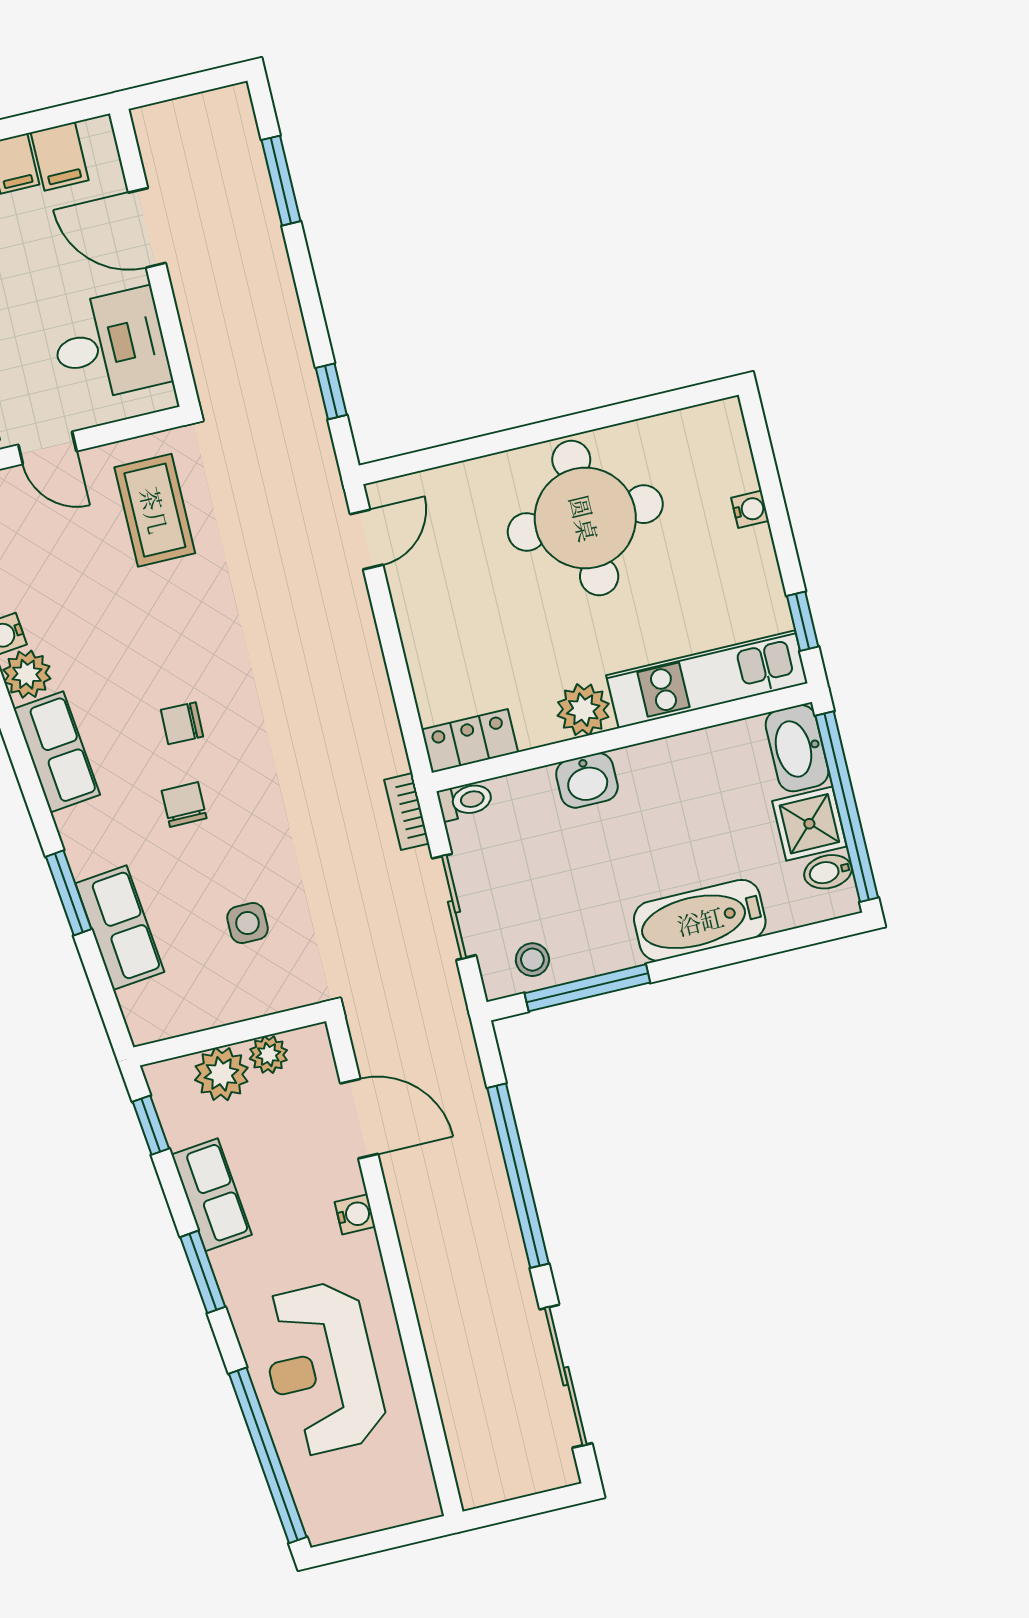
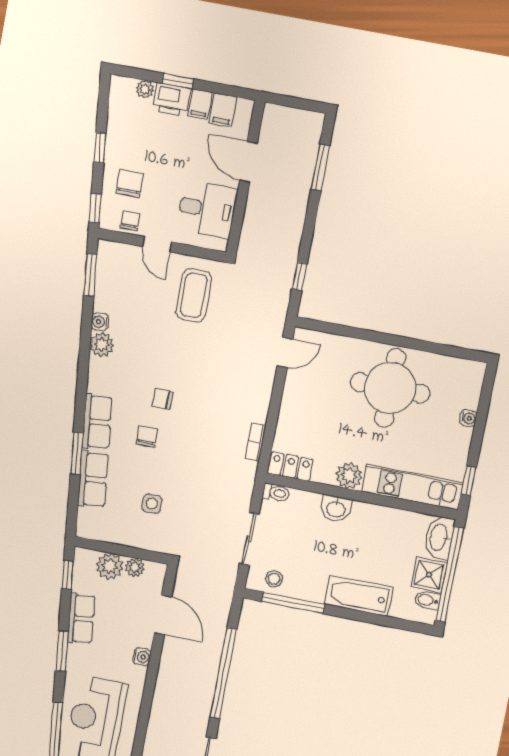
row of seats: (57, 752) -> (97, 422), moved
bookcase: (407, 812) -> (255, 442), moved

